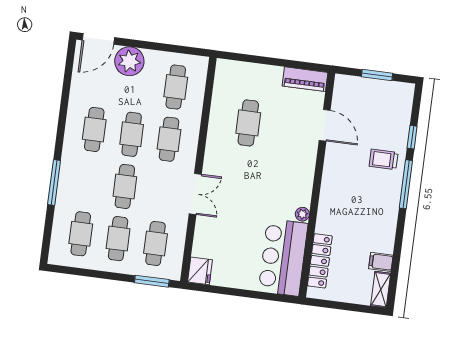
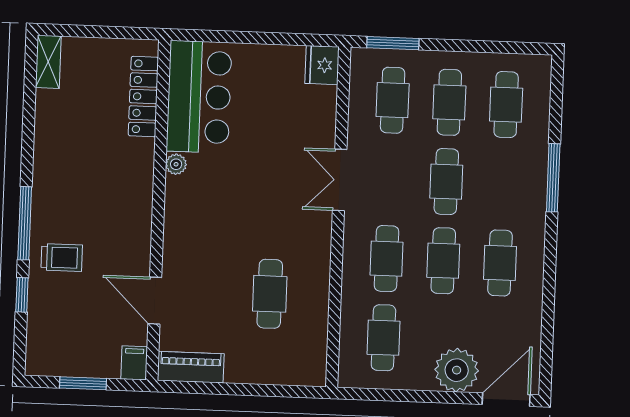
filing cabinet: (381, 262) -> (134, 363), moved, turned -90

